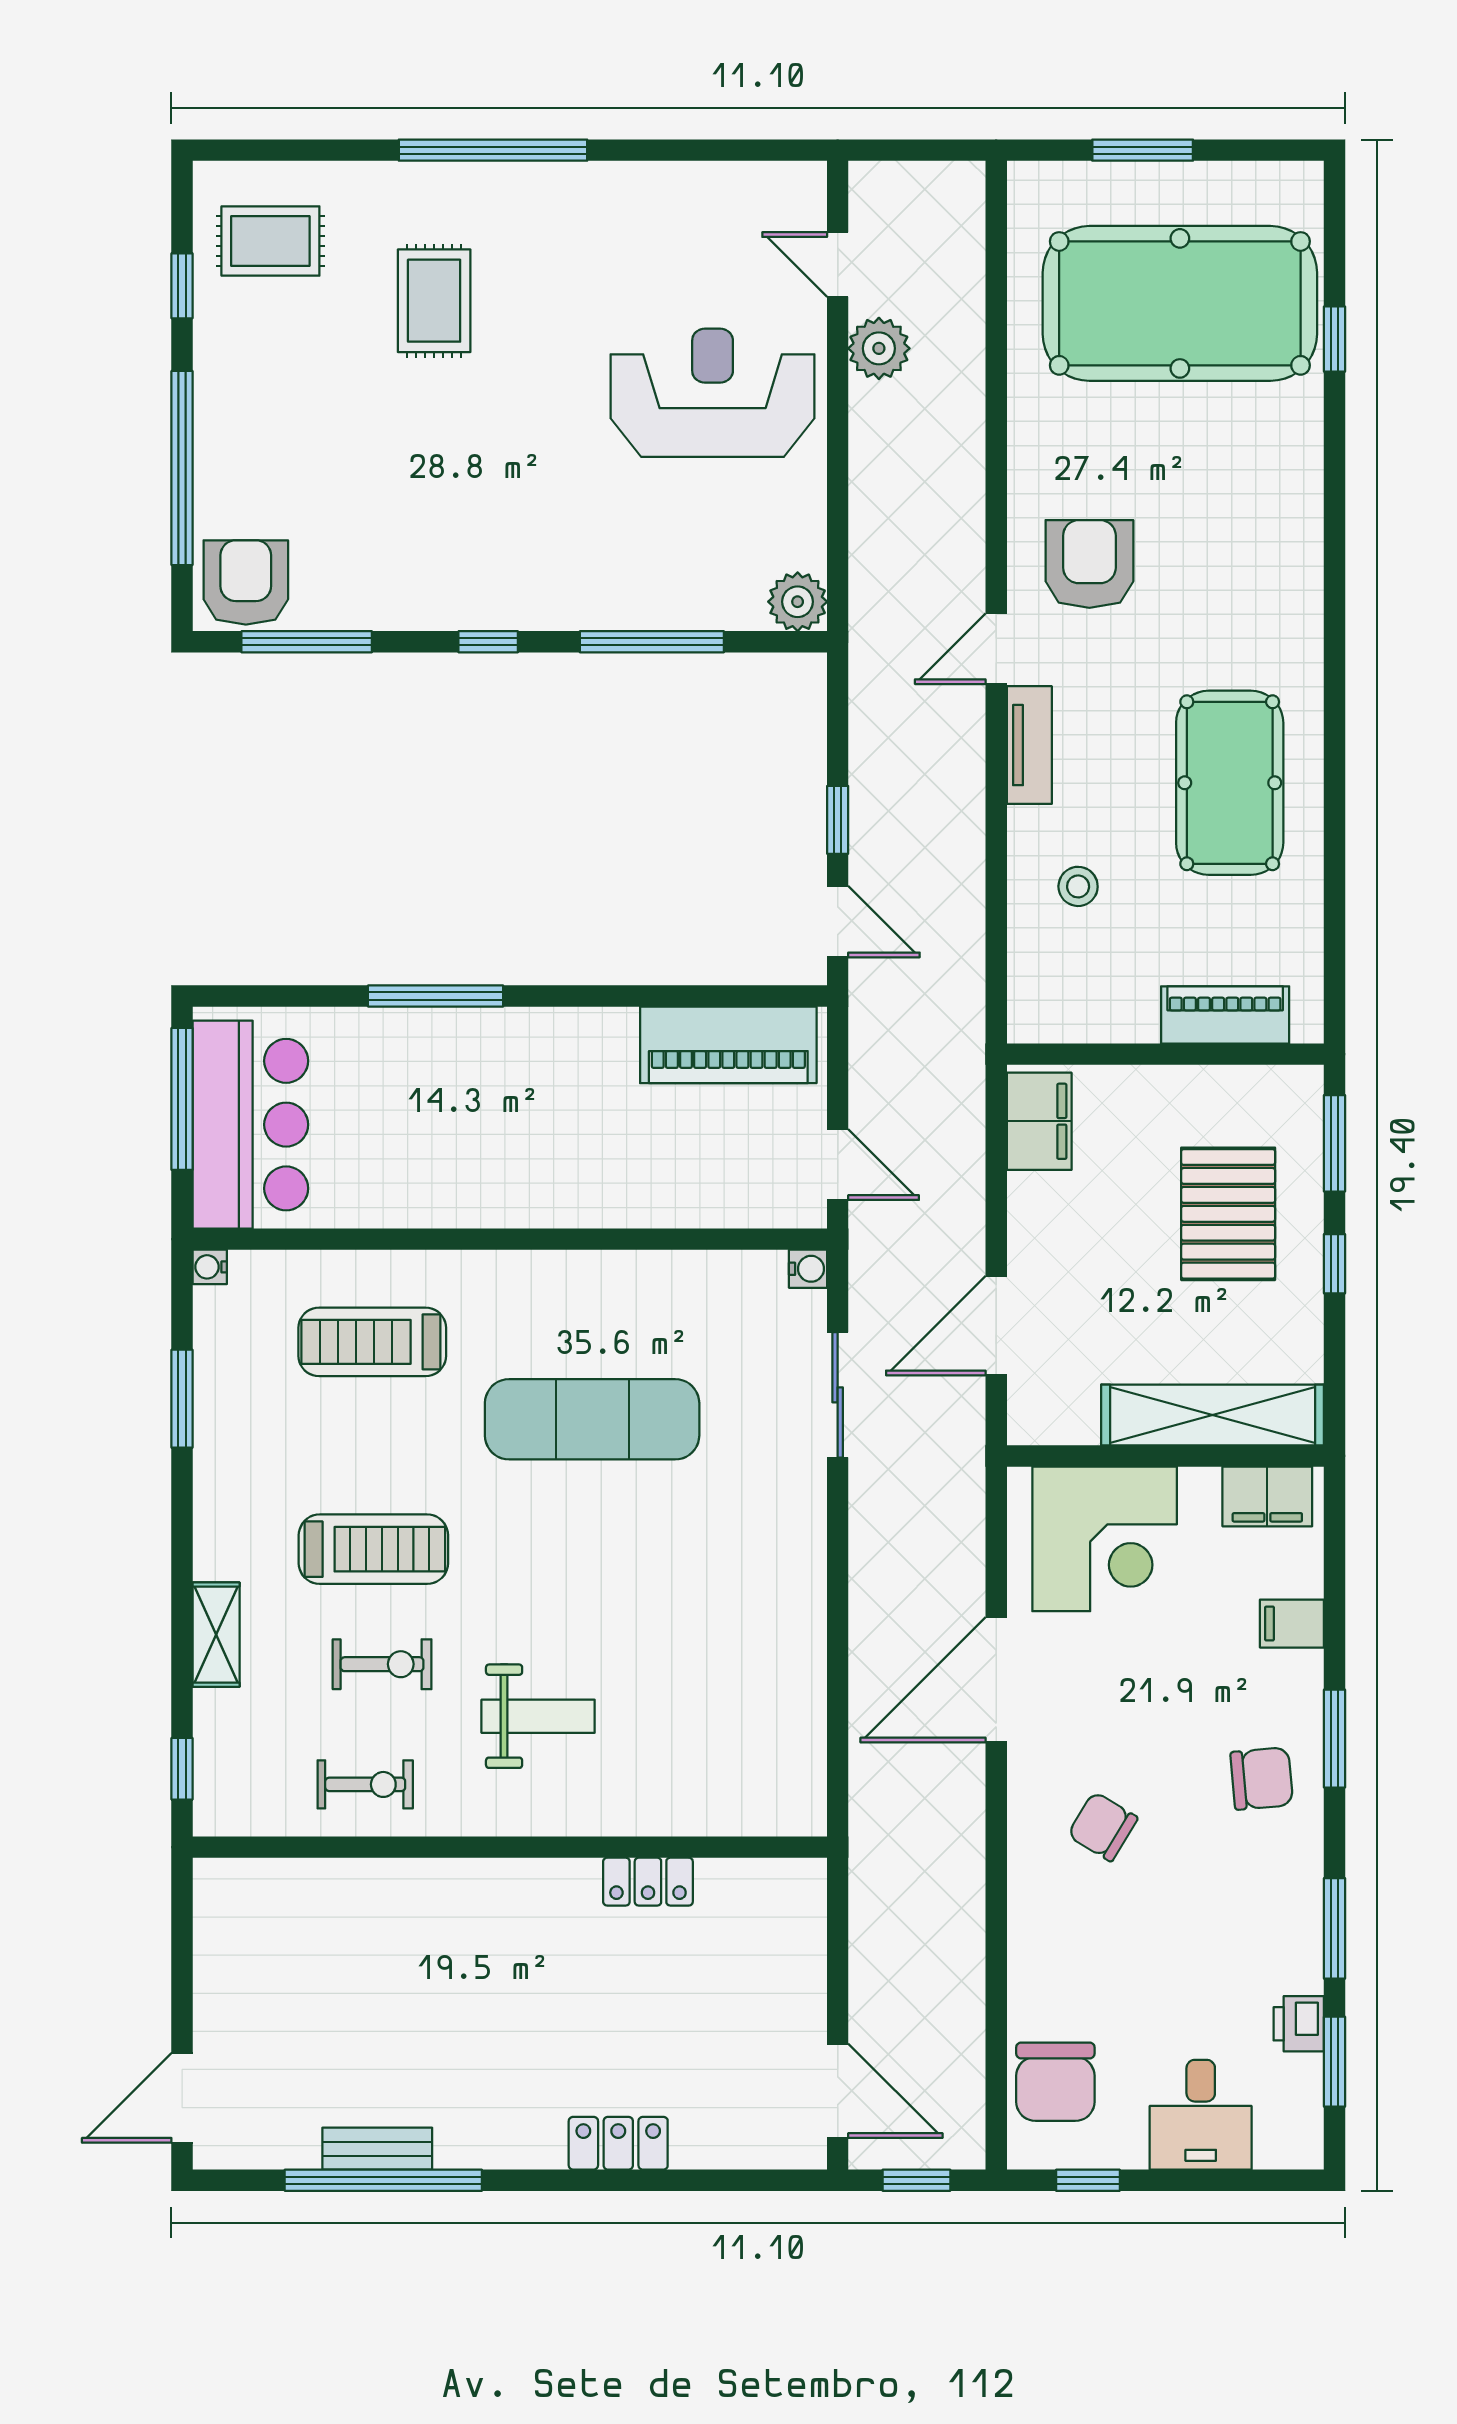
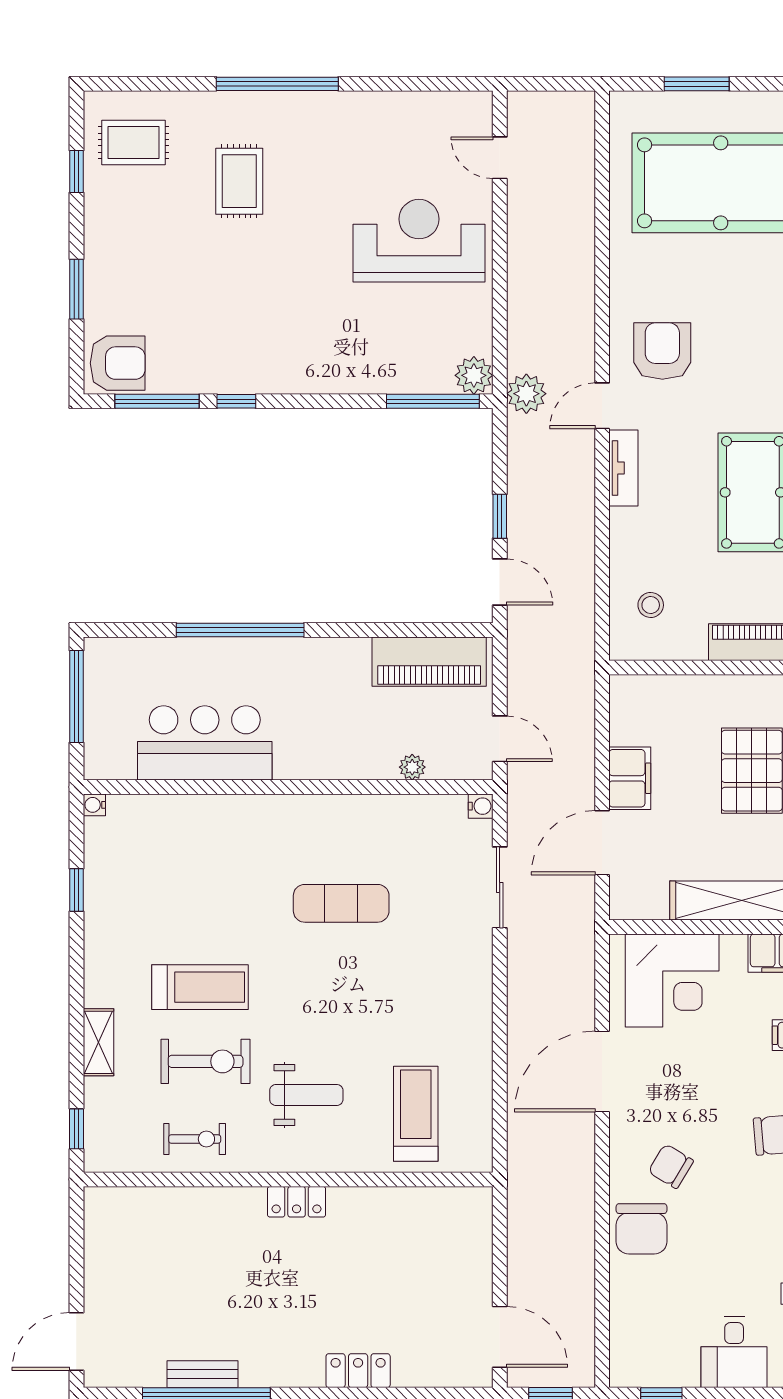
plant: (879, 348) -> (526, 394), moved
window: (182, 468) -> (76, 289), width x0.47
armchair: (246, 583) -> (118, 363), turned 90
window: (488, 642) -> (236, 401), moved
window: (652, 642) -> (433, 401), moved
stool: (1078, 886) -> (651, 605), moved
window: (436, 996) -> (240, 630), width x1.46
filing cabinet: (1039, 1121) -> (630, 778), moved
bar counter: (250, 1125) -> (205, 743), moved, turned -90
plant: (702, 1208) -> (412, 767), added
treadmill: (372, 1342) -> (416, 1114), moved, turned 90
window: (182, 1399) -> (76, 890), width x0.67
exercise mat: (592, 1419) -> (341, 903), width x0.73, depth x0.69
exercise bike: (382, 1664) -> (206, 1061), width x1.38, depth x1.39
locker: (648, 1882) -> (297, 1202), moved
chair: (1055, 2082) -> (642, 1229), moved

